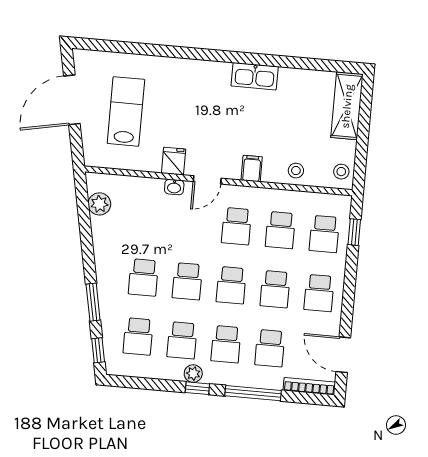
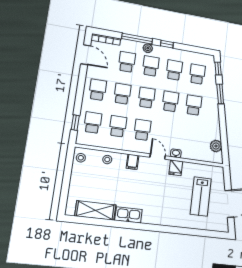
shelving: (347, 106) -> (95, 210), moved, turned 90
door: (207, 180) -> (158, 157), hinge flipped
plant: (193, 374) -> (148, 48), moved

